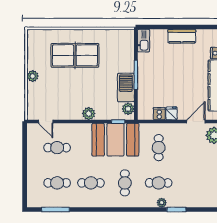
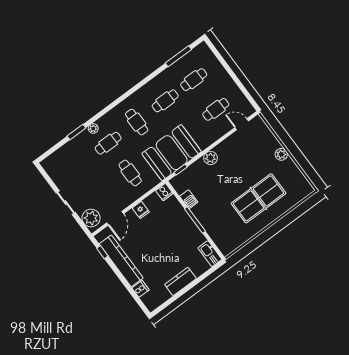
barbecue: (126, 88) -> (189, 199), width x0.53, depth x0.65
plant: (128, 109) -> (180, 187), removed
cooker: (159, 114) -> (164, 192), moved

